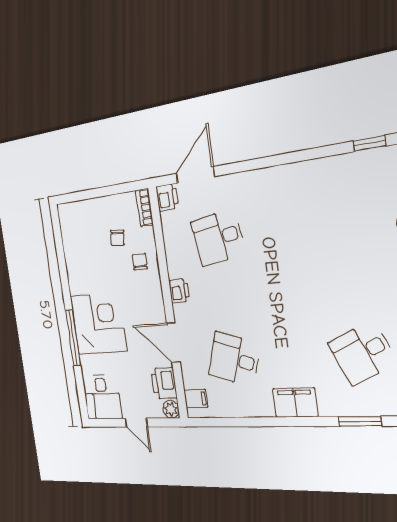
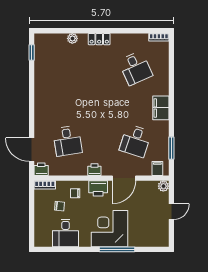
printer: (164, 383) -> (98, 188), moved
desk: (102, 397) -> (66, 233), moved, turned 90
window: (360, 421) -> (171, 148), moved

